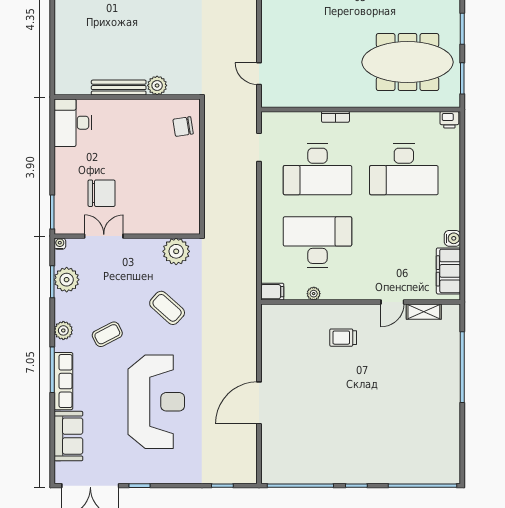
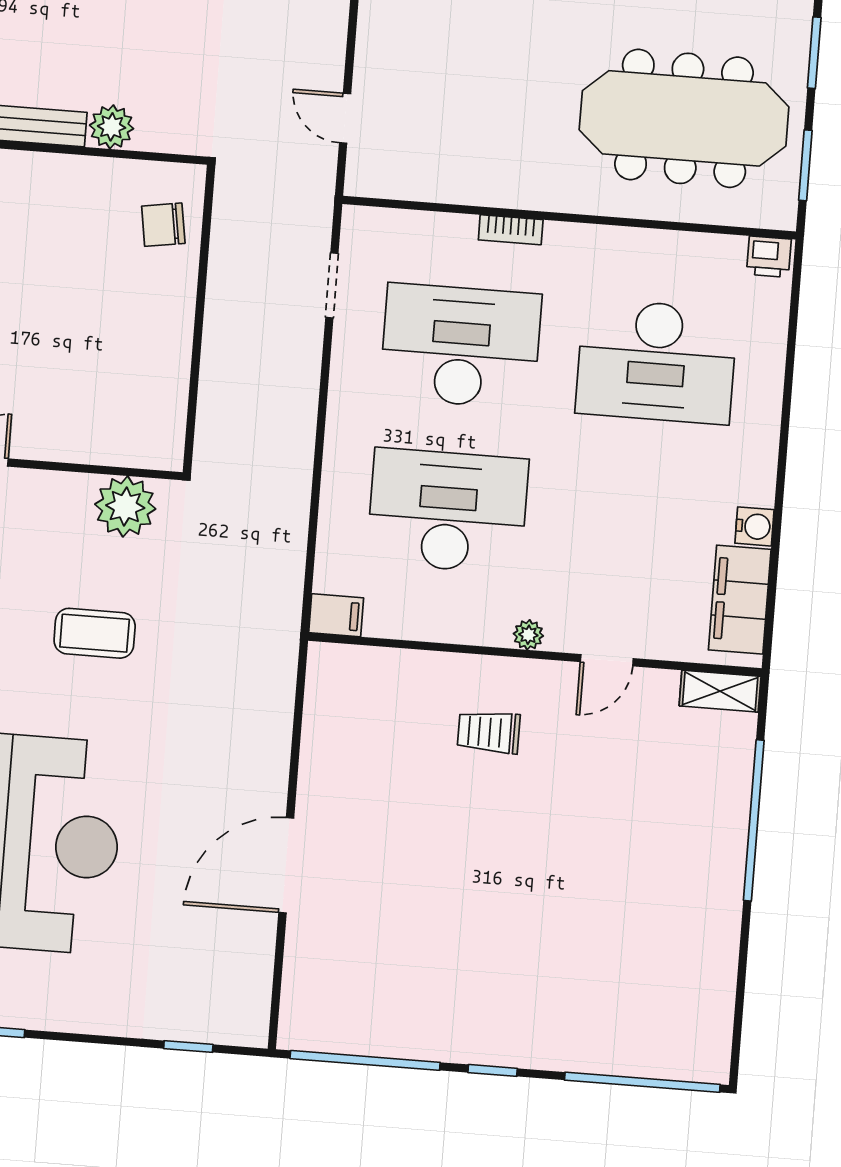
desk: (317, 169) -> (461, 346), turned 180
plant: (314, 294) -> (528, 635), moved
coffee table: (167, 308) -> (95, 633), turned -42
shelving: (424, 312) -> (720, 691), moved

